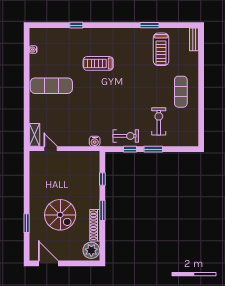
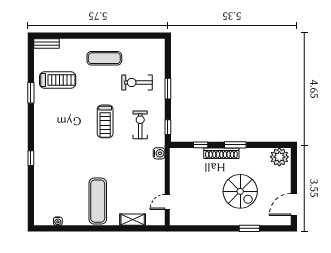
window: (76, 25) -> (31, 158), moved
treadmill: (98, 63) -> (105, 121), moved
shelving: (34, 135) -> (133, 220), moved
exercise bike: (126, 136) -> (140, 125), moved
window: (130, 149) -> (168, 127), moved
spiral stairs: (60, 215) -> (240, 191), turned 90
shoe rack: (95, 225) -> (221, 153), moved

